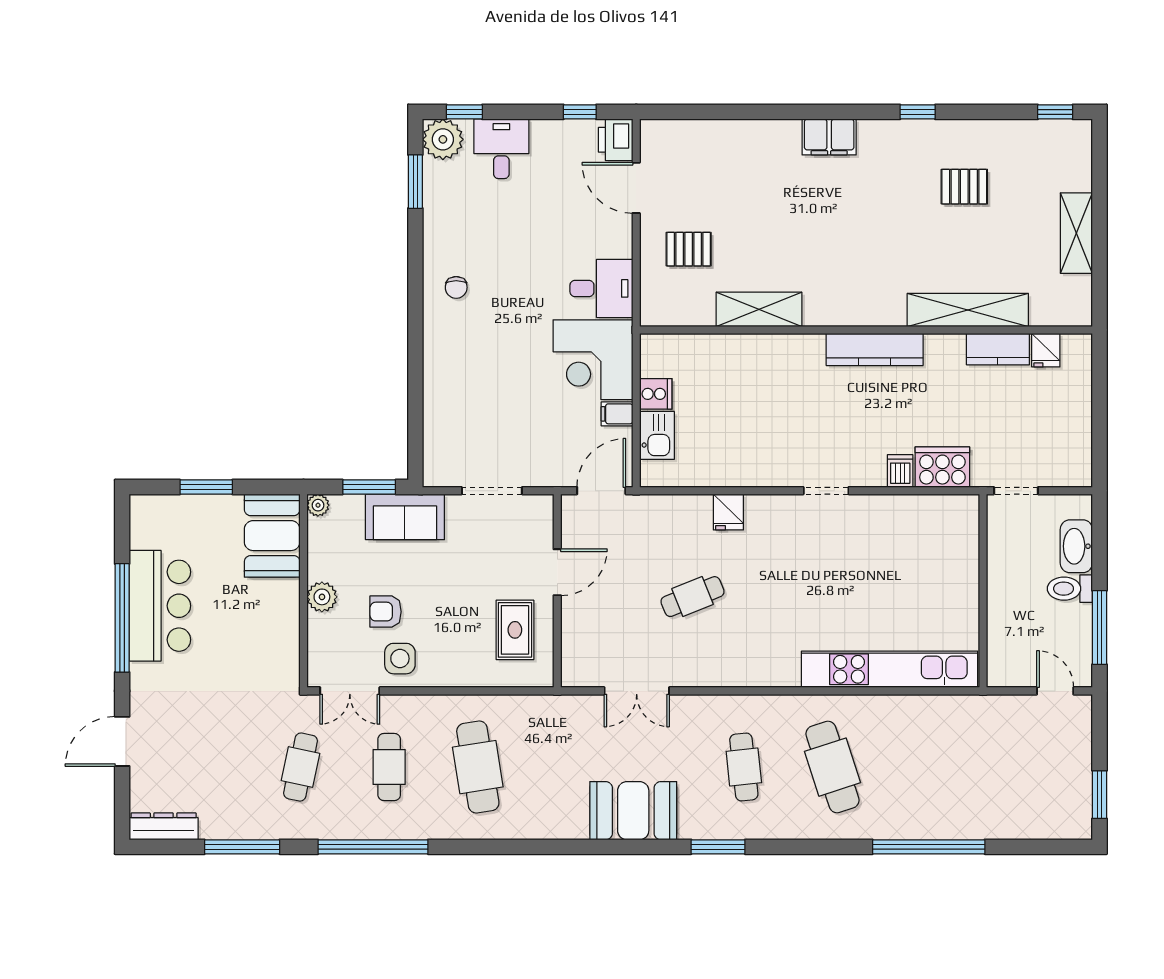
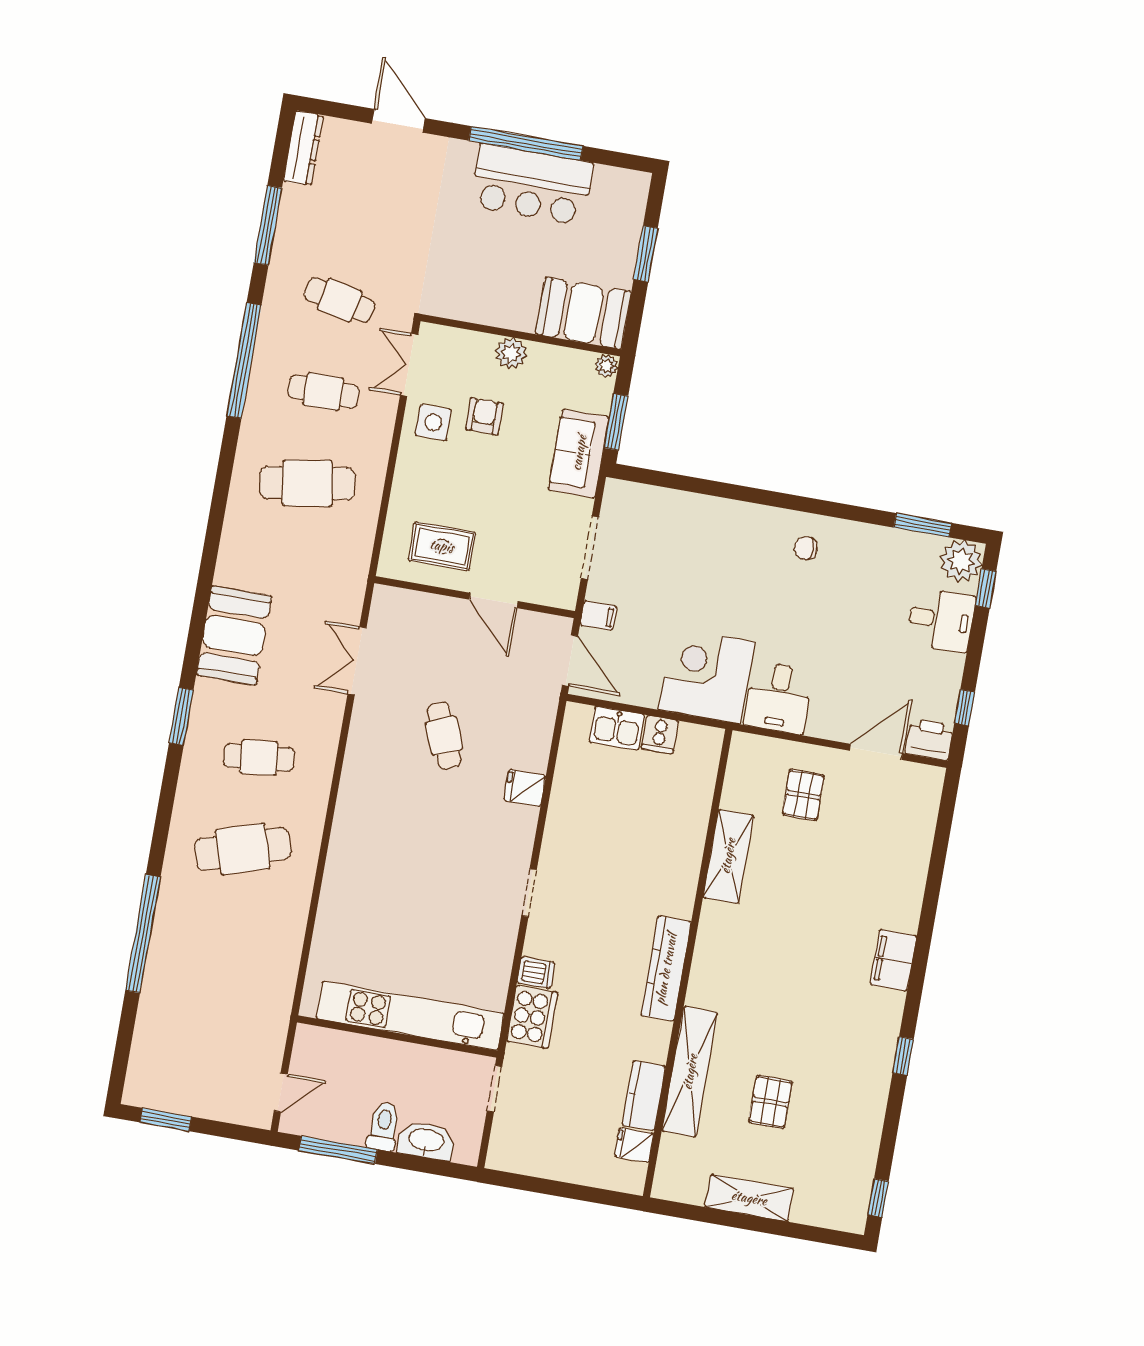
pallet: (964, 187) -> (770, 1102), moved
filing cabinet: (617, 414) -> (598, 616), moved, turned 90
kitchen unit: (890, 669) -> (410, 1016), moved, turned -90

